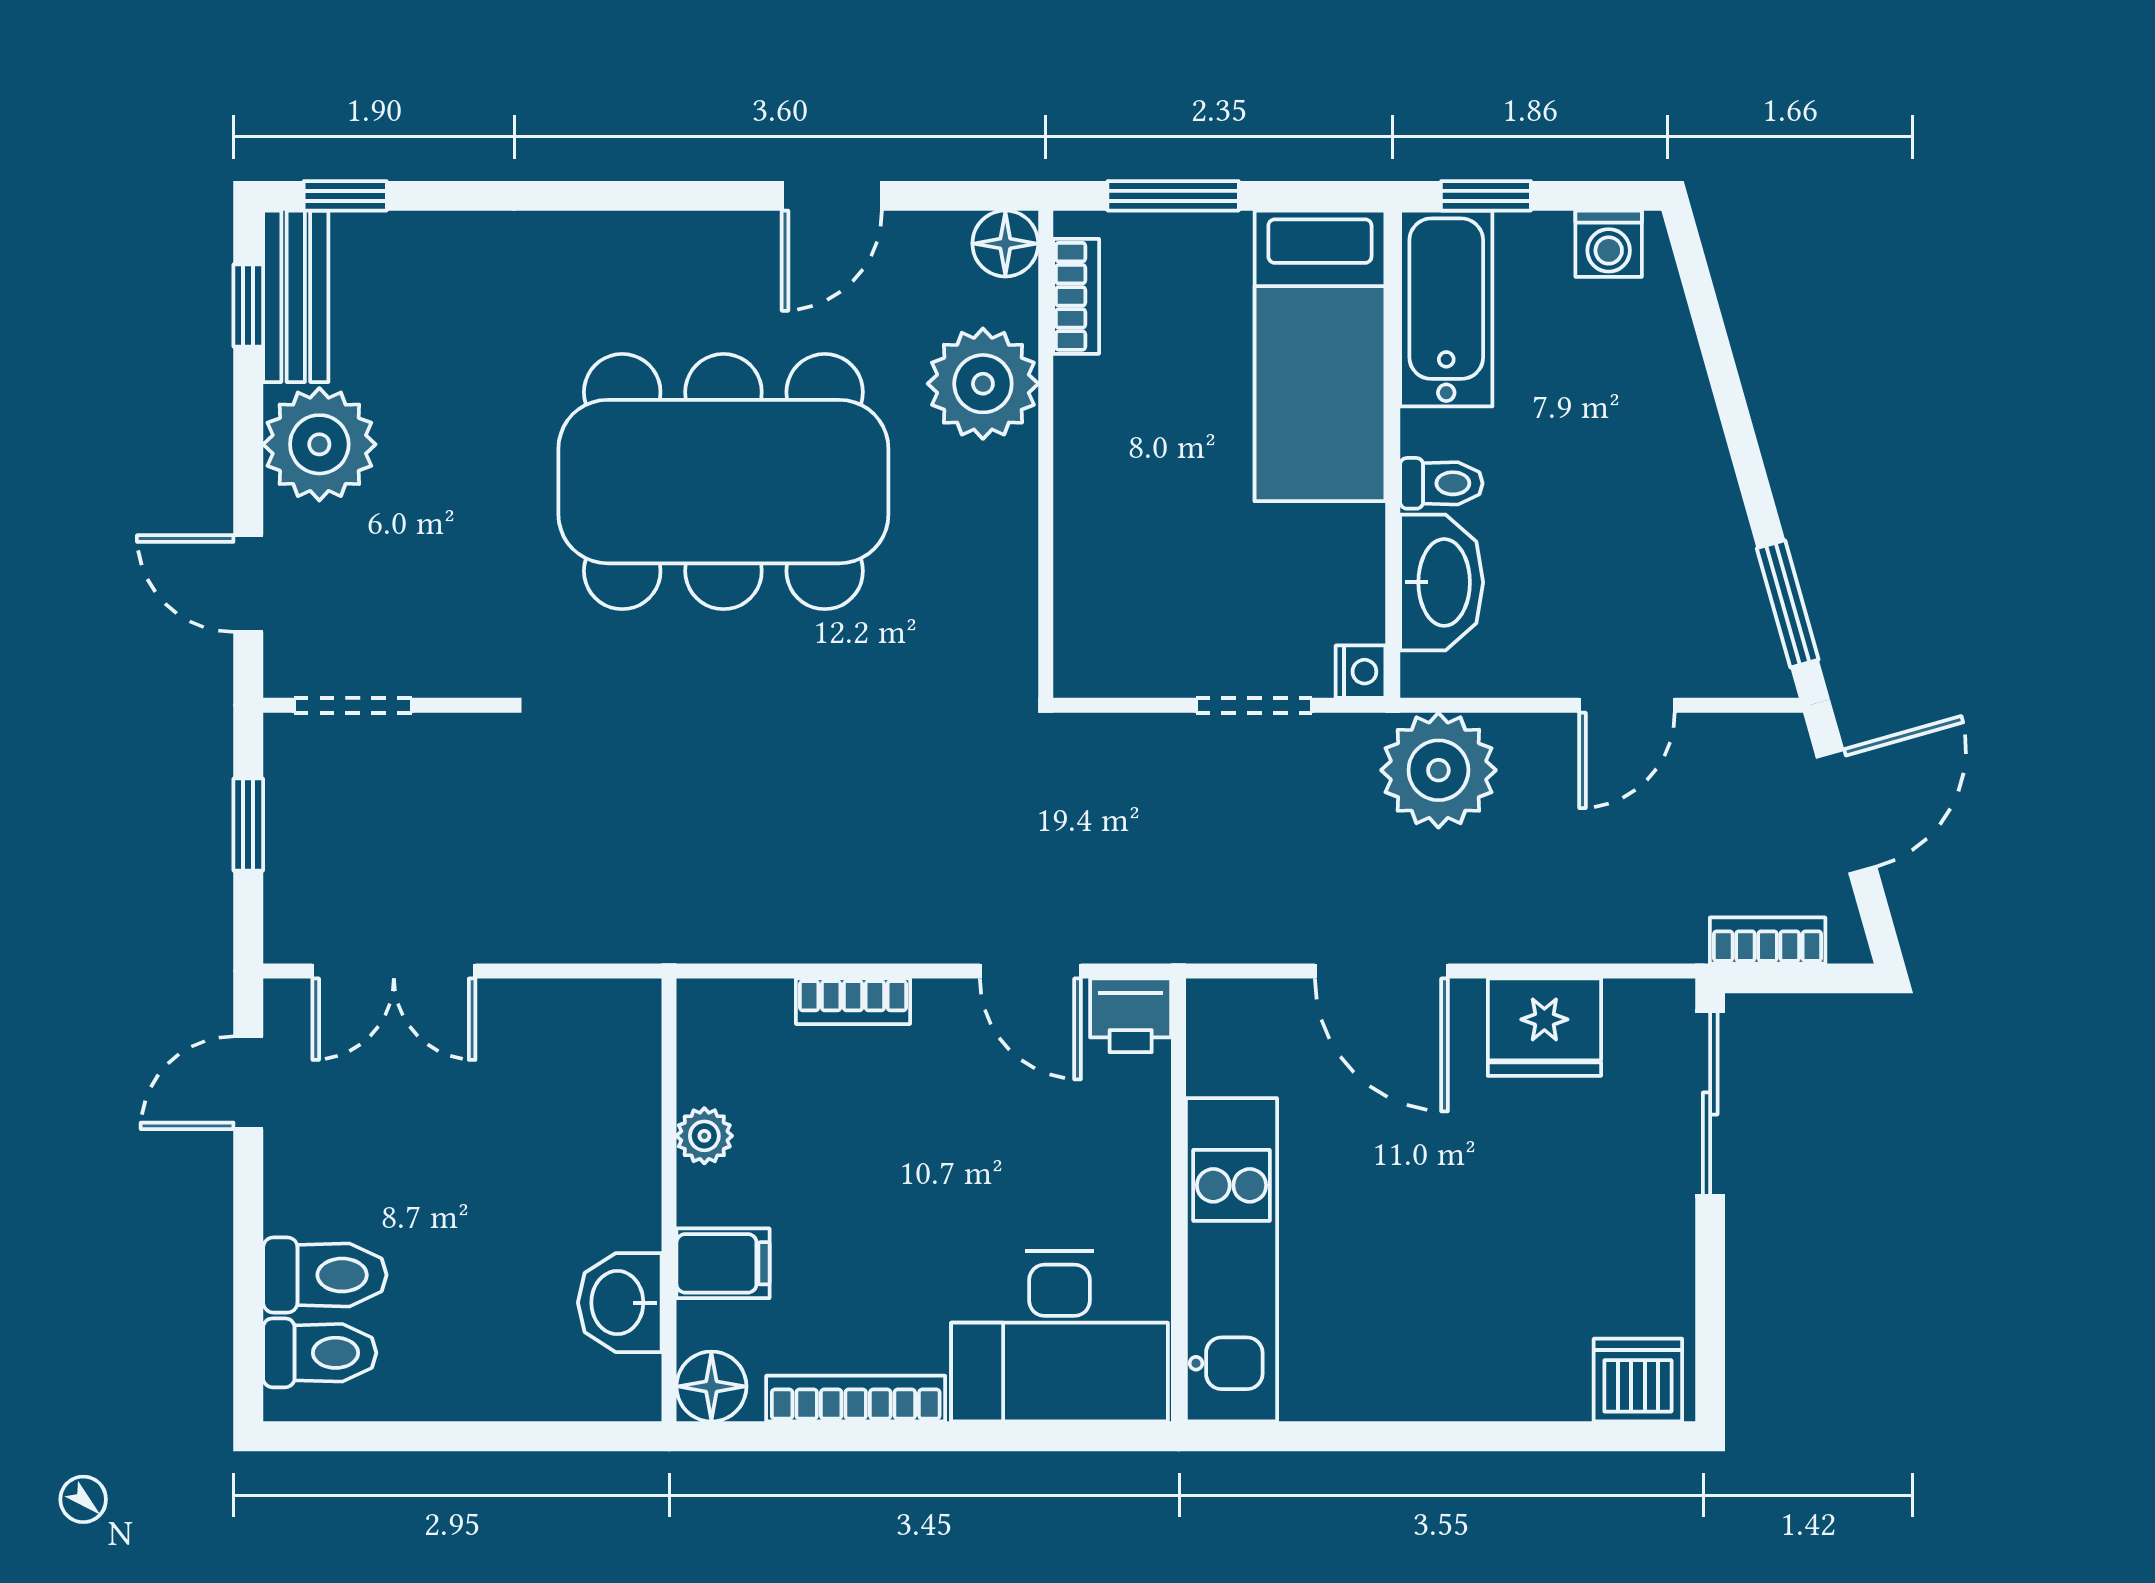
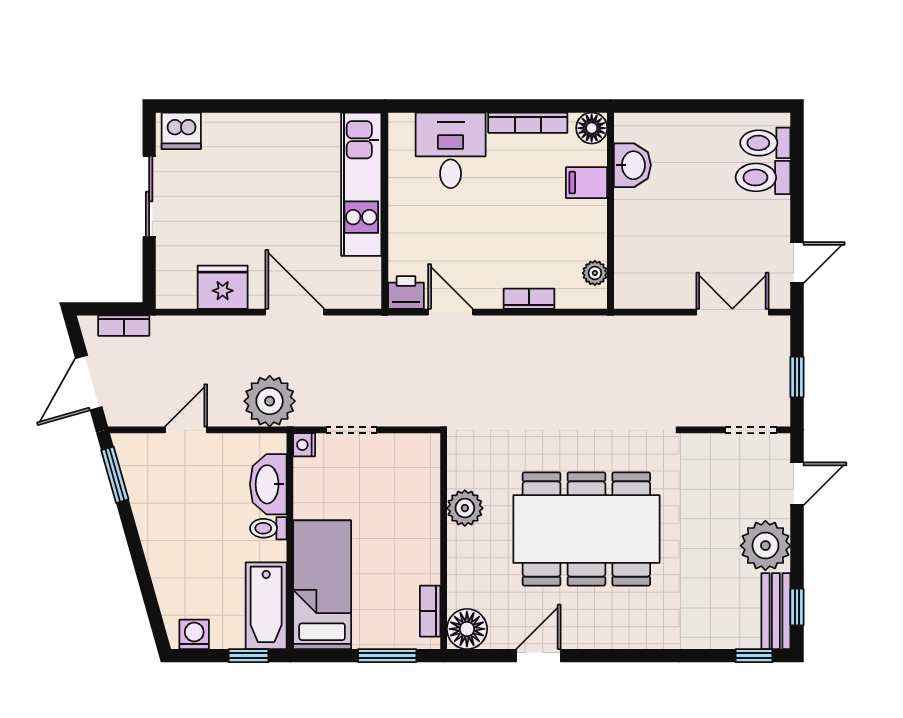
floor lamp: (1005, 244) -> (467, 629), width x1.38, depth x1.38
plant: (983, 384) -> (465, 508), moved, width x0.73, depth x0.73
door: (248, 584) -> (797, 484), hinge flipped
sliding door: (1710, 1103) -> (149, 196), moved
plant: (704, 1136) -> (595, 273), moved
desk: (1059, 1336) -> (451, 150), width x0.73

